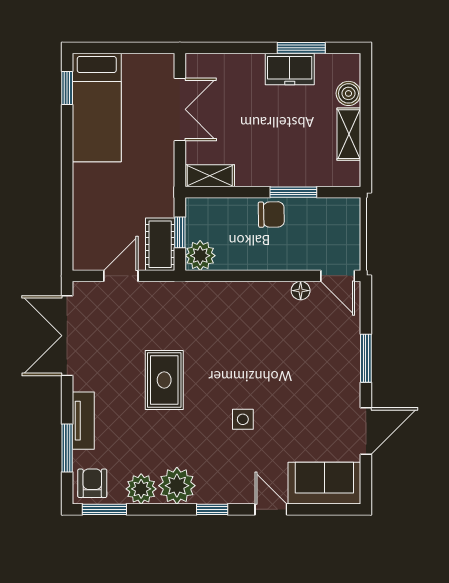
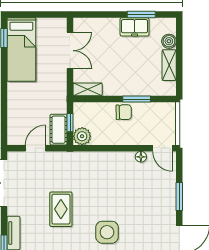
side table: (243, 419) -> (107, 232), width x1.87, depth x1.87

